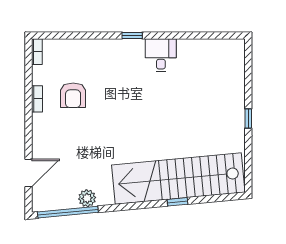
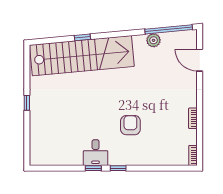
window: (164, 35) -> (93, 168), added
armchair: (73, 95) -> (130, 125), moved
door: (29, 173) -> (200, 60), hinge flipped

